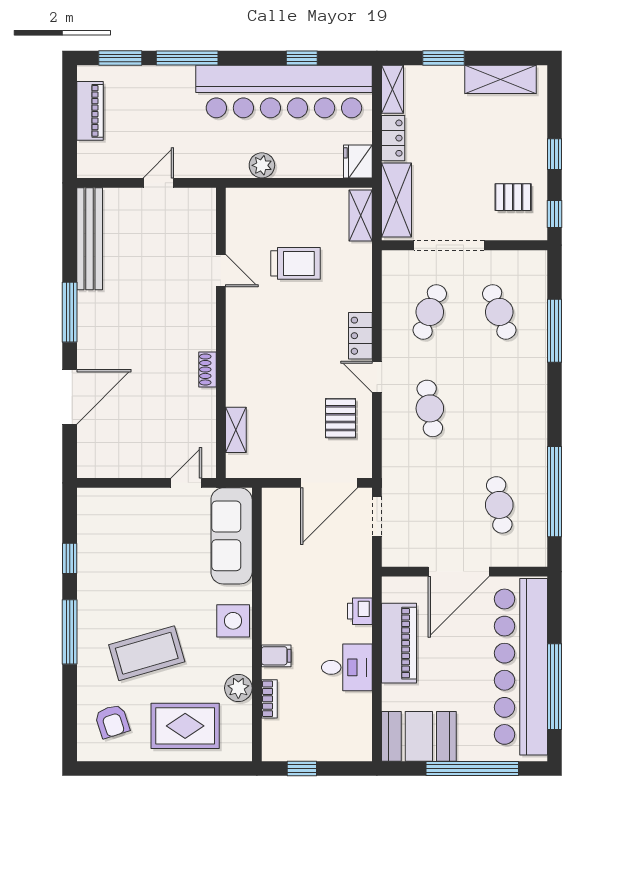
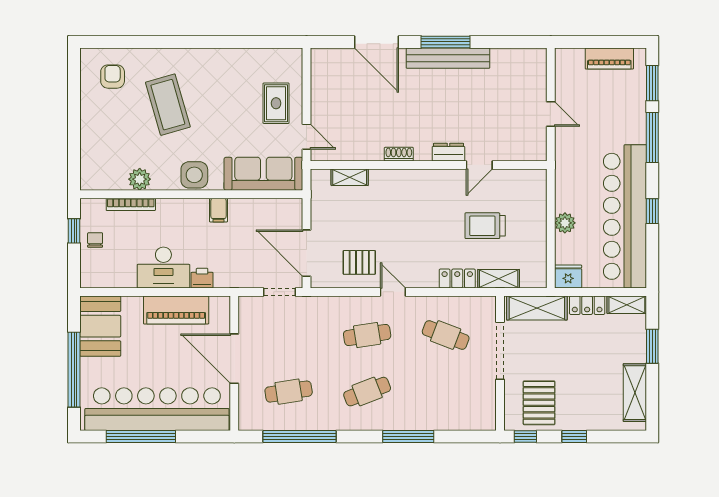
window: (302, 58) -> (652, 211), moved
plant: (262, 165) -> (565, 223), moved
pallet: (513, 197) -> (539, 403), width x1.50, depth x1.42
shelving: (361, 216) -> (499, 279), moved
bench: (90, 239) -> (448, 58), moved
trolley: (295, 263) -> (485, 226), turned 90
dresser: (205, 308) -> (449, 152), added
cafe table: (499, 312) -> (367, 392), moved
window: (555, 331) -> (408, 437), moved
locker: (360, 336) -> (457, 278), moved
door: (377, 377) -> (393, 292), hinge flipped
window: (70, 558) -> (245, 42), removed
window: (70, 632) -> (185, 42), removed
filing cabinet: (276, 656) -> (218, 210), moved
desk: (347, 667) -> (163, 268), width x1.37
bookcase: (269, 699) -> (131, 204), width x1.56
armchair: (112, 721) -> (113, 77), turned 108
rug: (185, 726) -> (276, 103), moved, width x0.73, depth x0.70
chair: (313, 743) -> (95, 240), added

